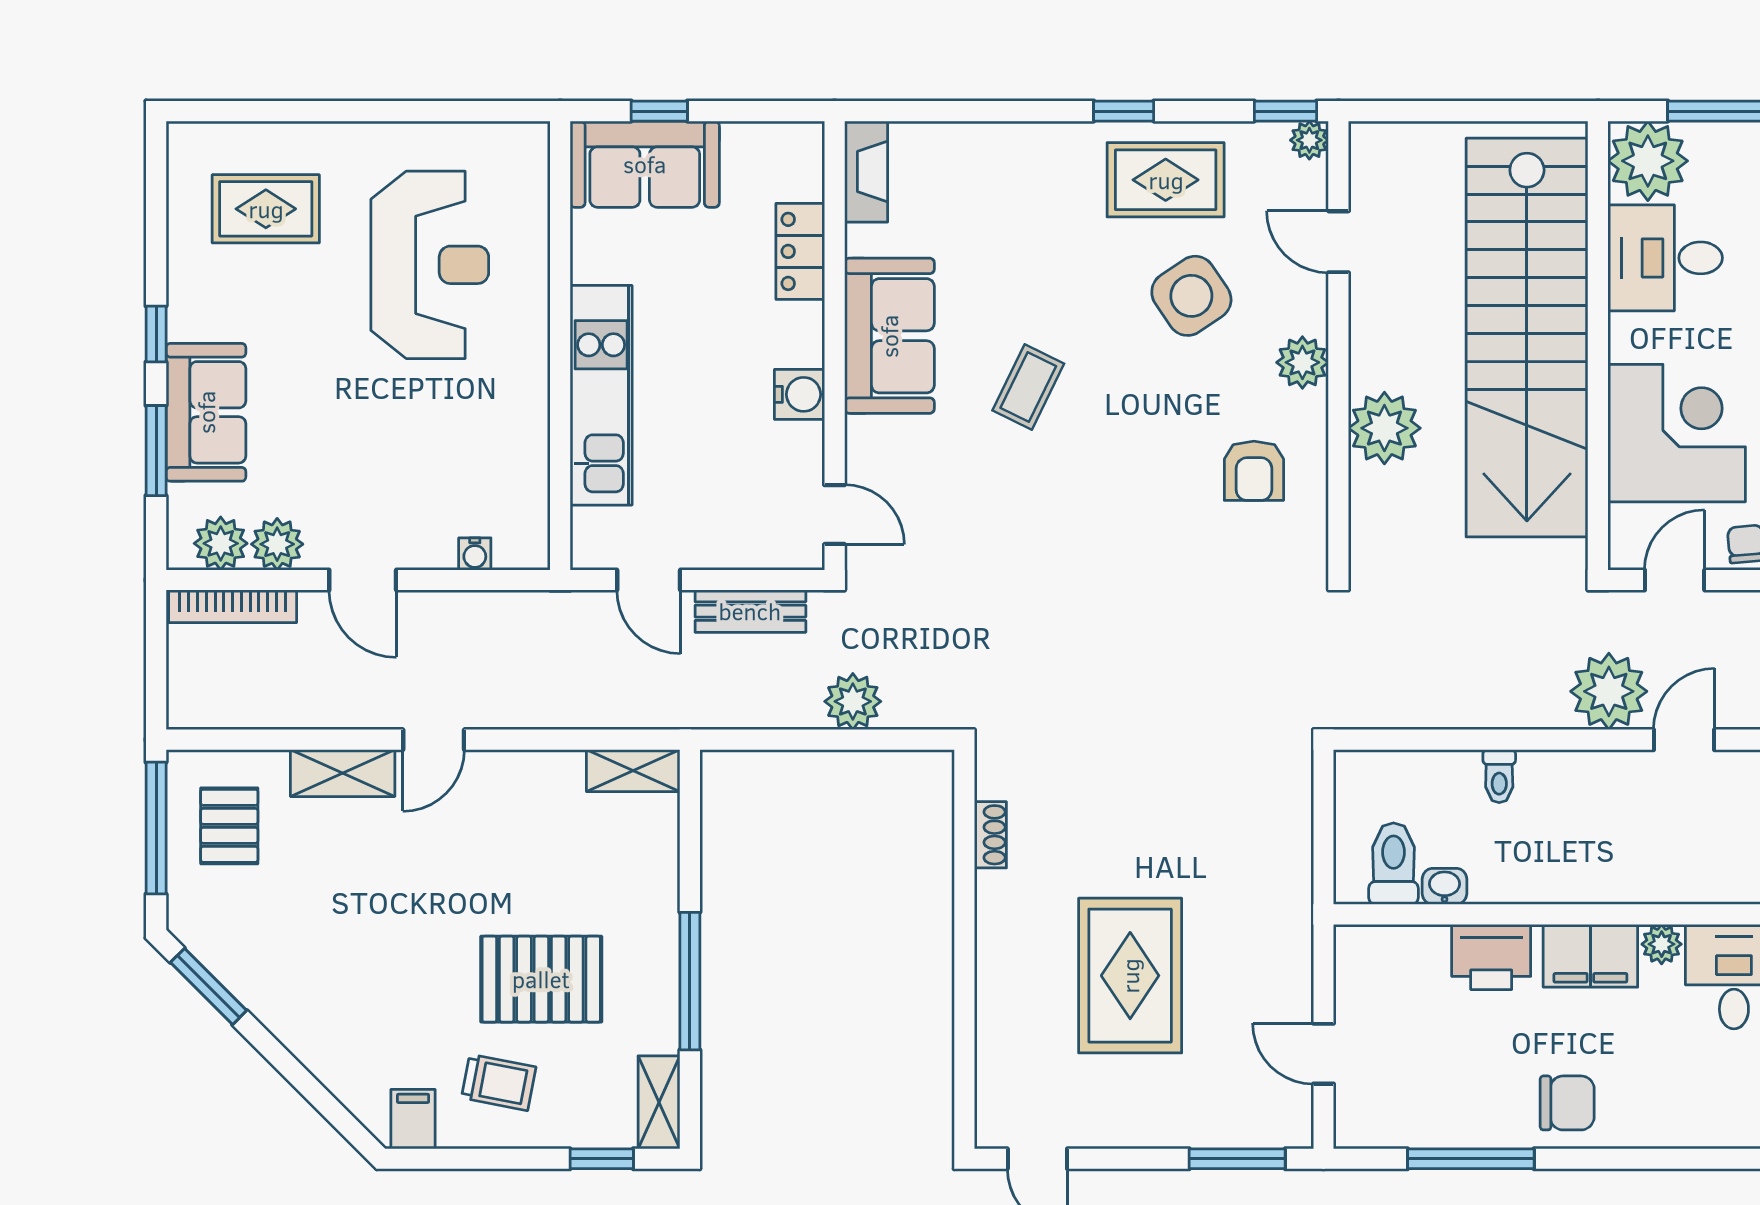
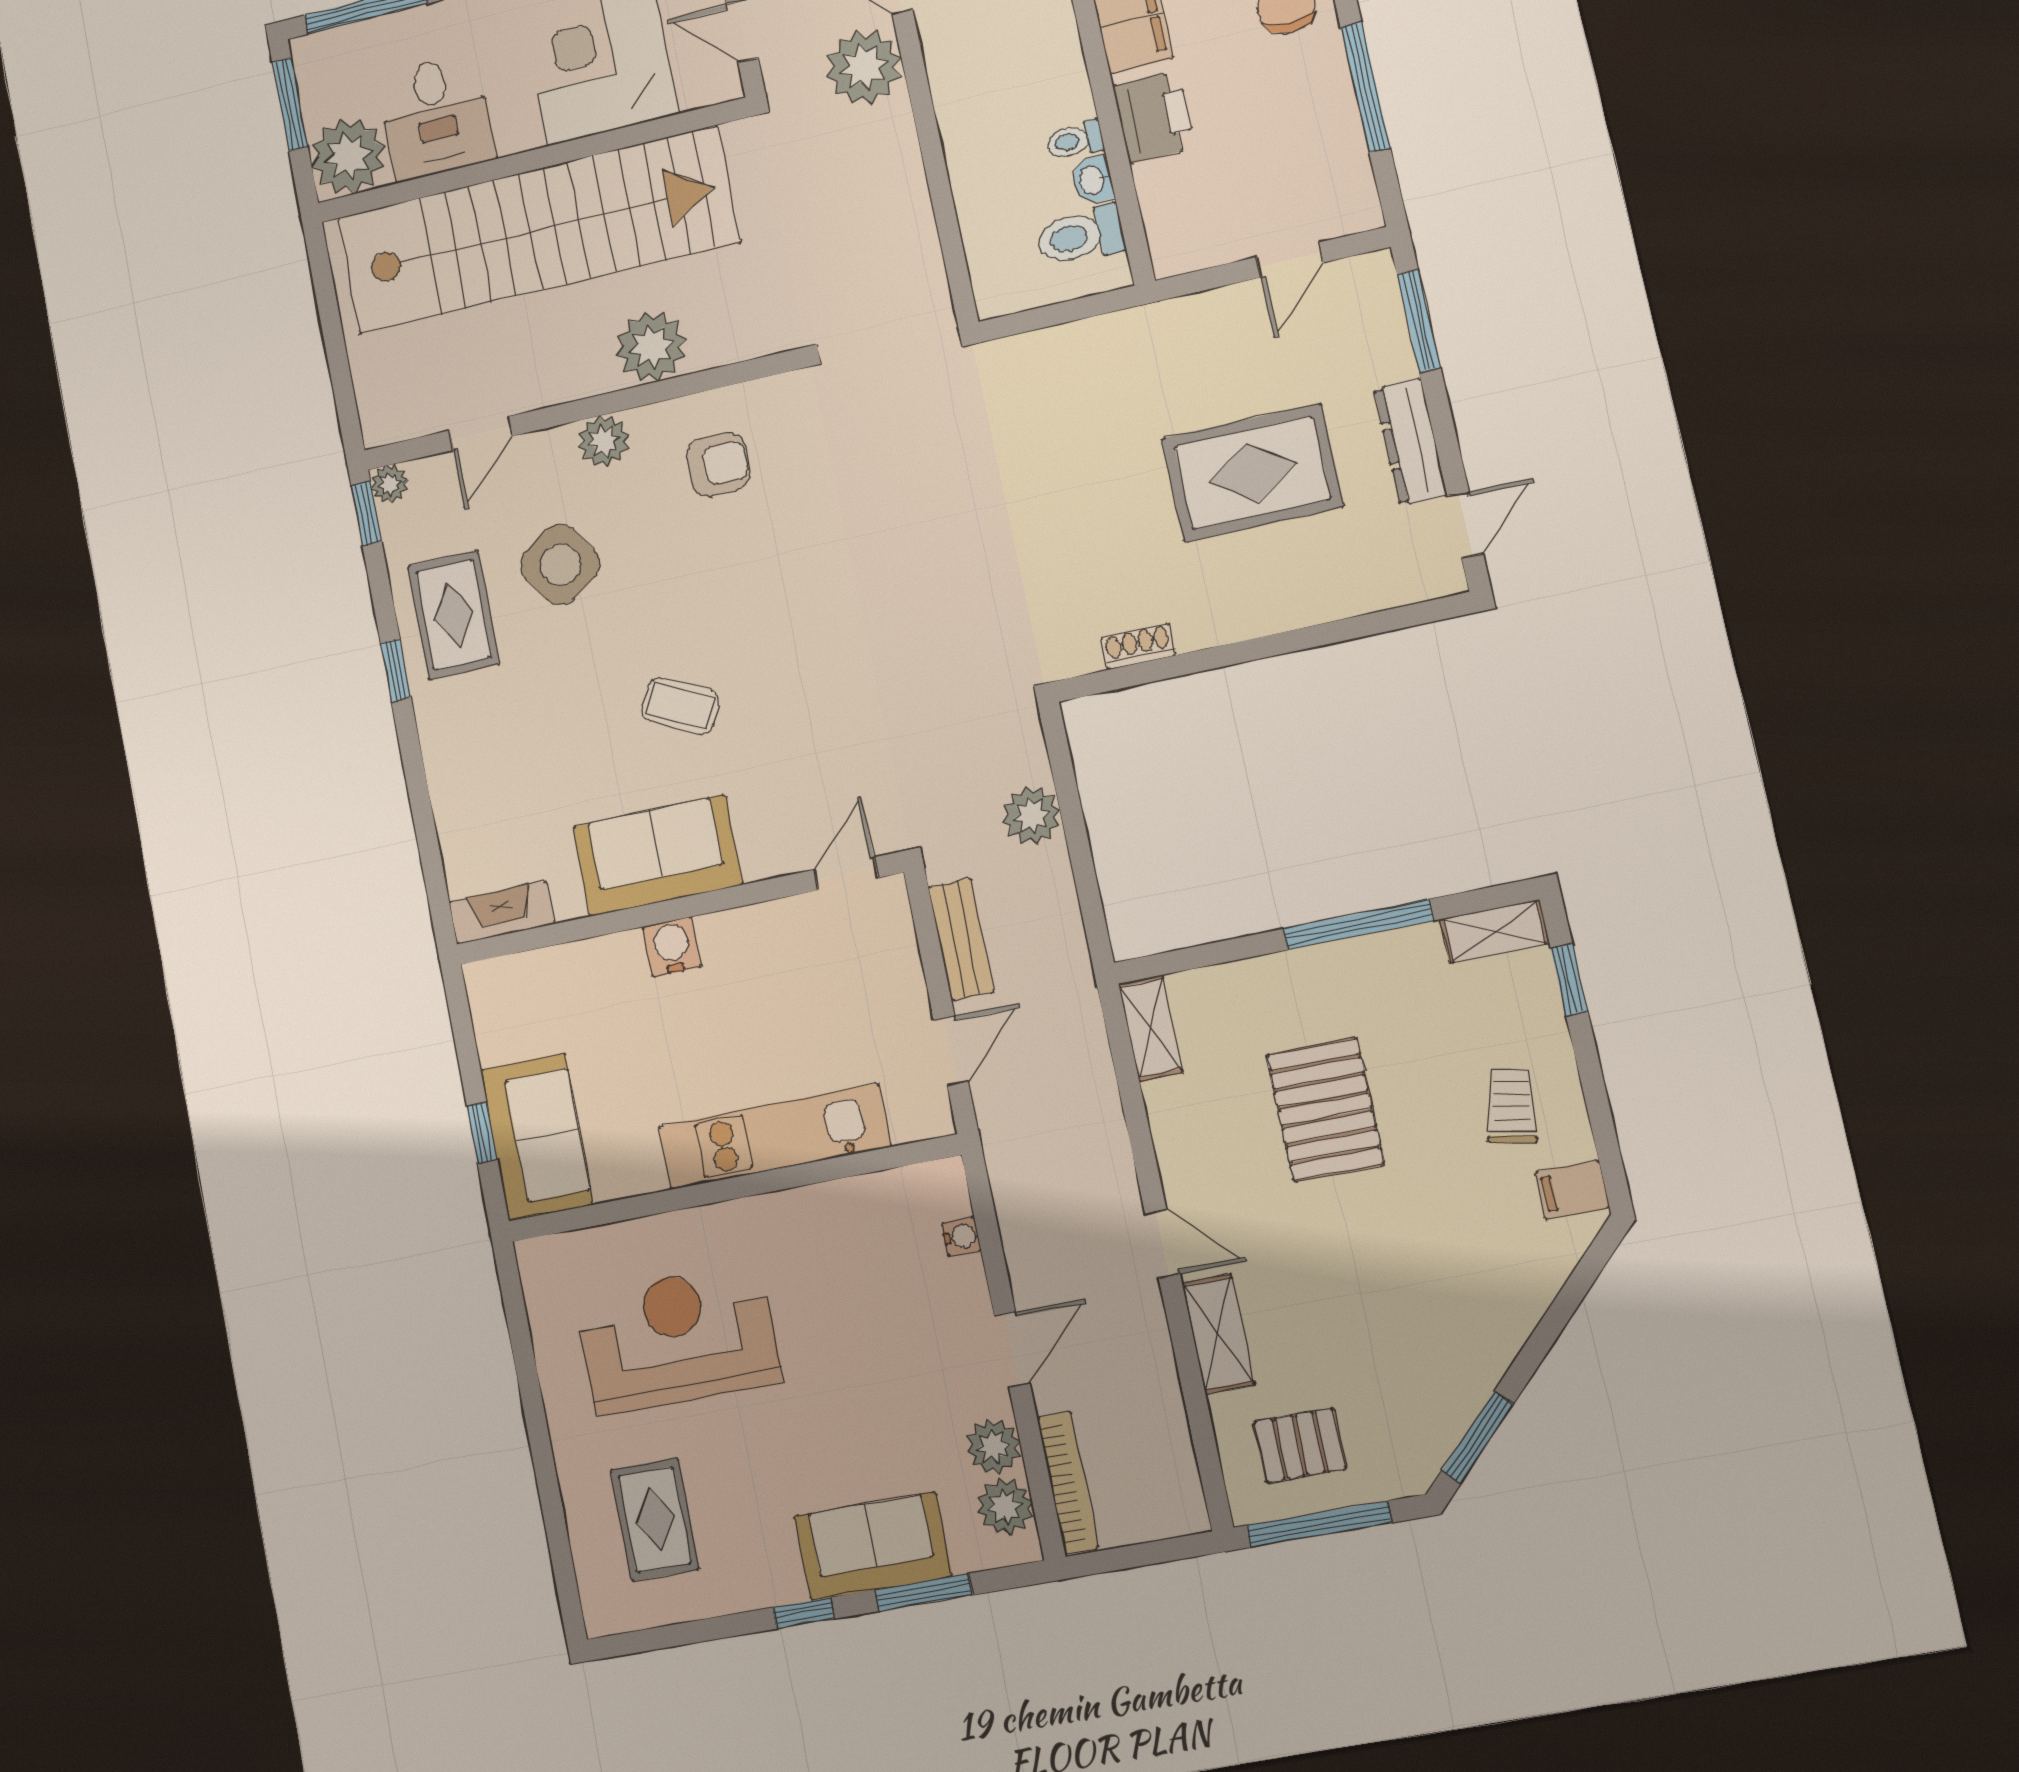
locker: (800, 251) -> (592, 962), removed
water cooler: (800, 394) -> (672, 947), moved
toilet: (1499, 776) -> (1075, 140), moved, turned 180
pallet: (541, 979) -> (1325, 1109), moved
dresser: (1126, 1126) -> (1410, 442), added

